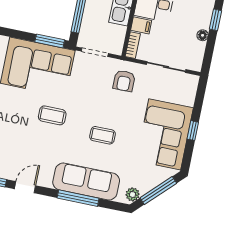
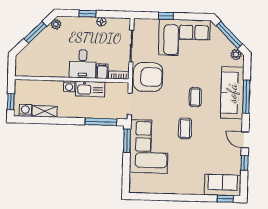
armchair: (124, 81) -> (148, 77), width x1.88, depth x1.88
window: (193, 131) -> (166, 16), moved
coffee table: (103, 135) -> (195, 97), moved

